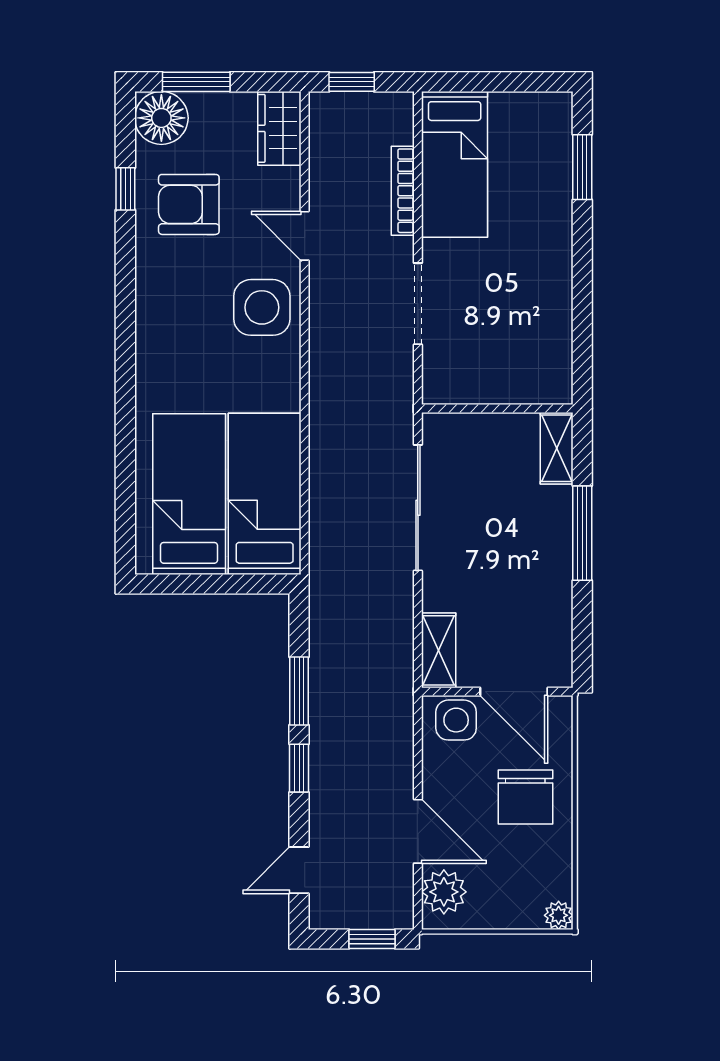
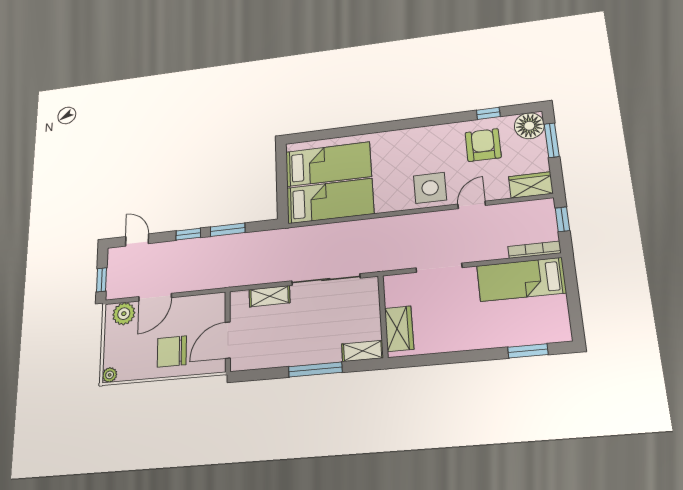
bookcase: (403, 191) -> (534, 250), moved
wardrobe: (522, 382) -> (399, 329), added
shelving: (439, 650) -> (269, 296), moved
side table: (456, 720) -> (213, 311), removed

